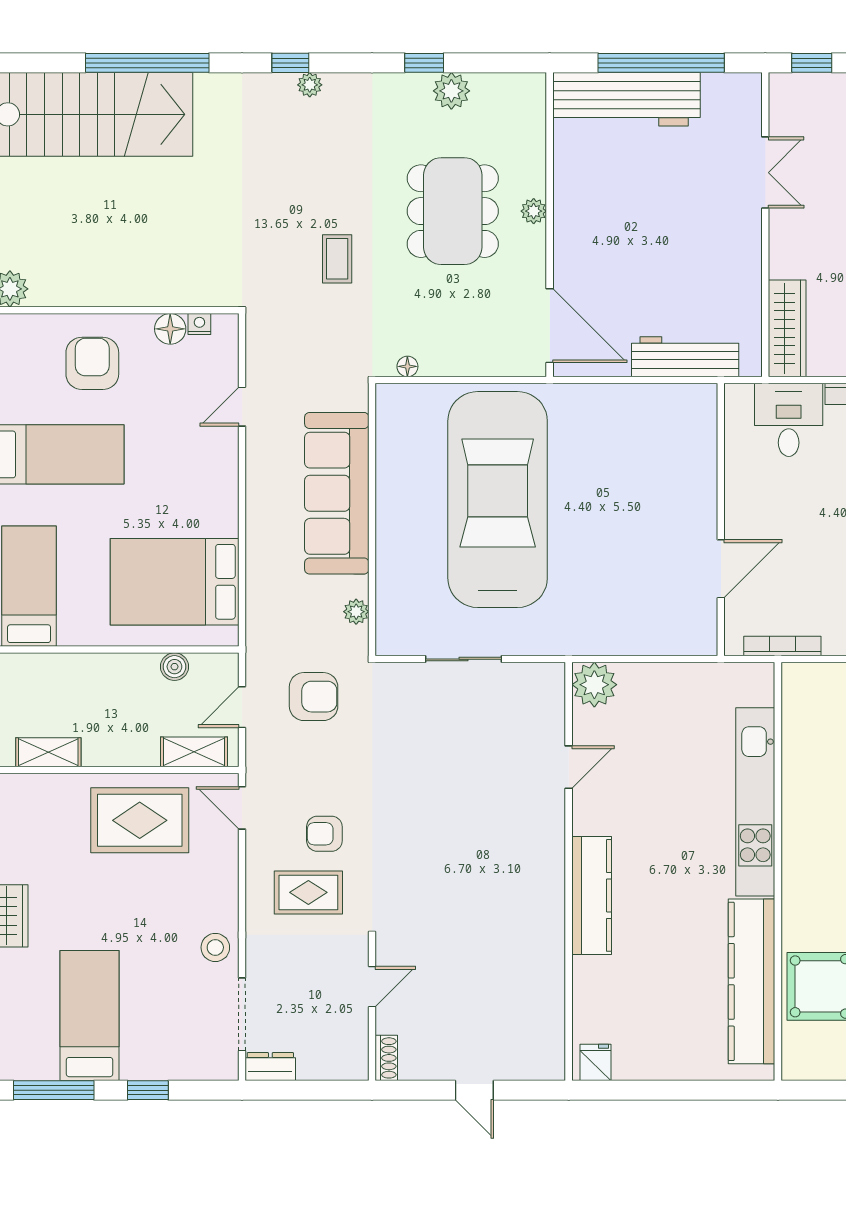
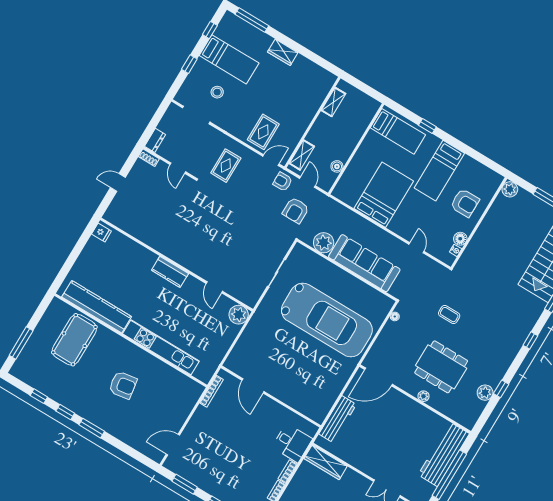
plant: (310, 85) -> (518, 343), removed
bed: (175, 582) -> (384, 195), moved
plant: (356, 612) -> (324, 243), width x1.88, depth x1.88
rug: (140, 820) -> (263, 132), moved, width x0.73, depth x0.70
armchair: (324, 834) -> (283, 182), moved, turned -91
kitchen counter: (592, 895) -> (170, 272), width x0.67
stool: (215, 947) -> (217, 92), moved
dresser: (270, 1067) -> (155, 140), moved
window: (54, 1090) -> (210, 30), width x0.46

